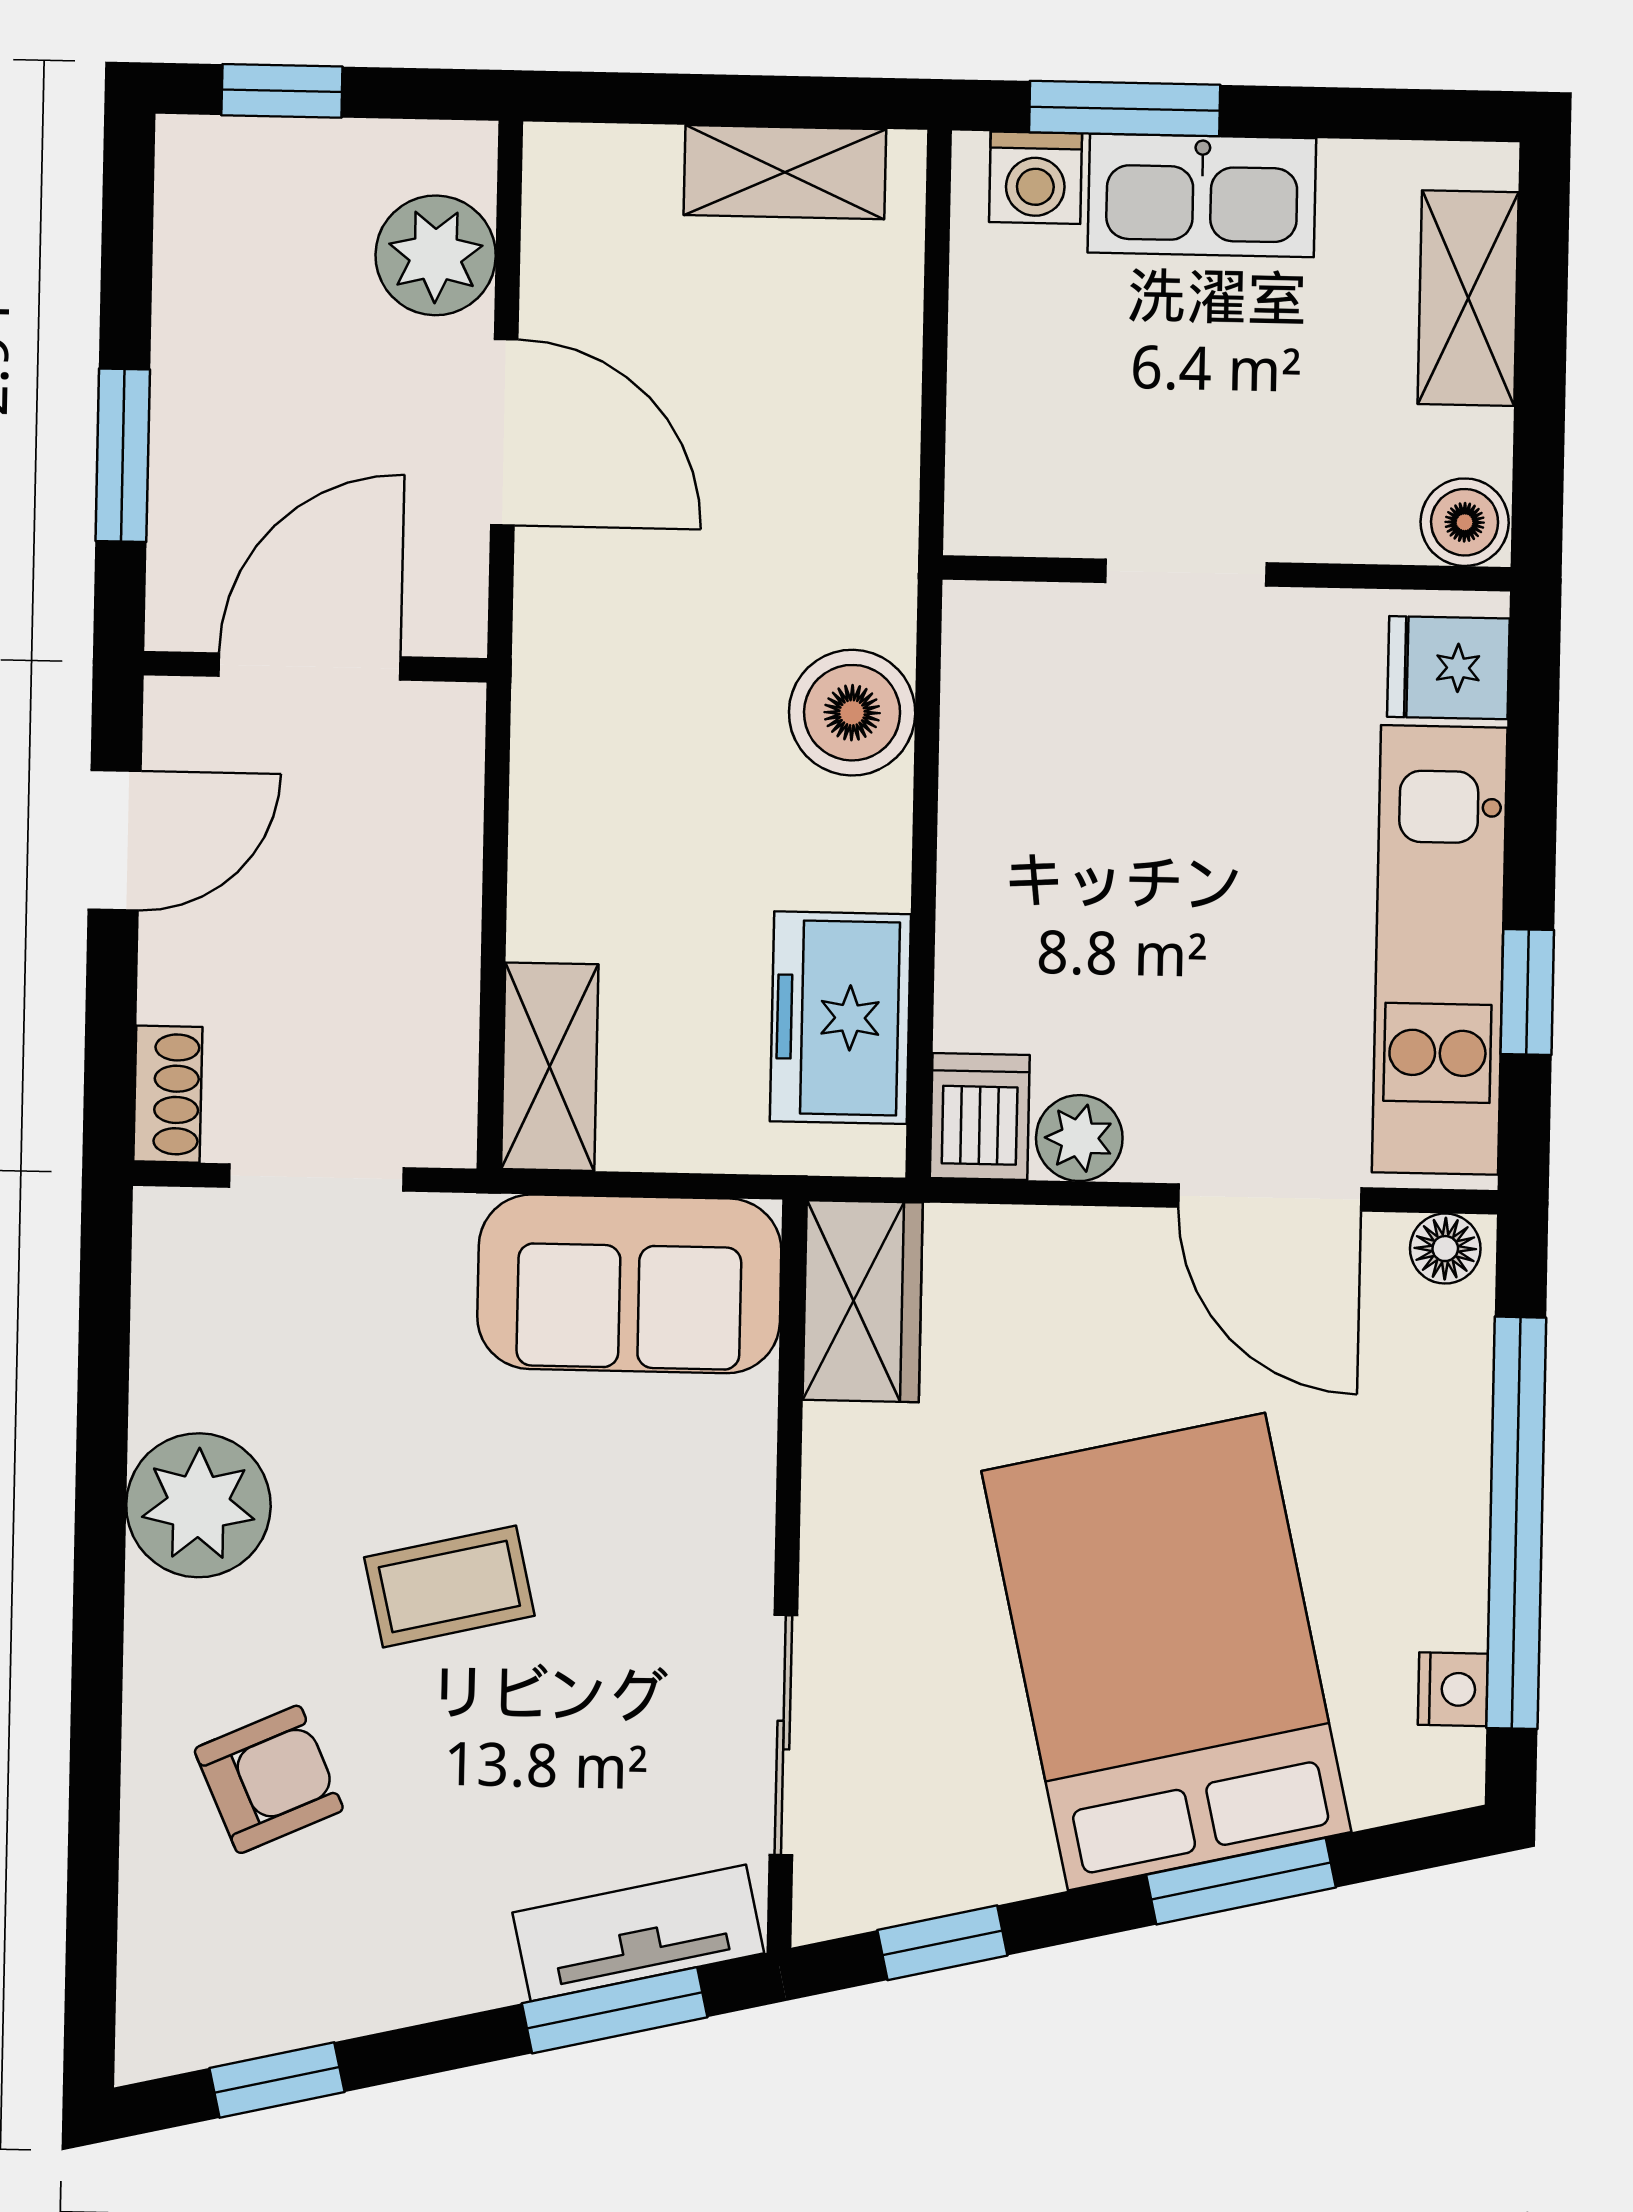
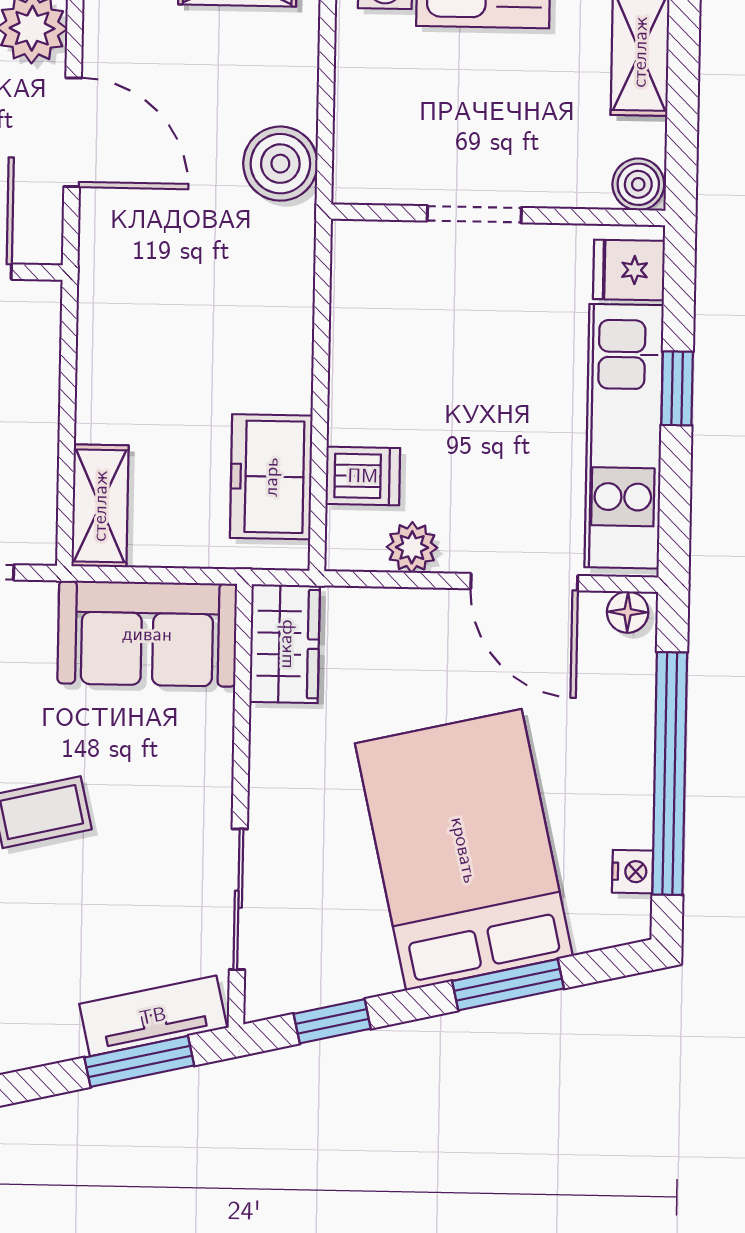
boiler: (852, 713) -> (280, 164), moved
window: (1527, 992) -> (677, 388), moved
dishwasher: (980, 1117) -> (363, 476), moved, turned 90

